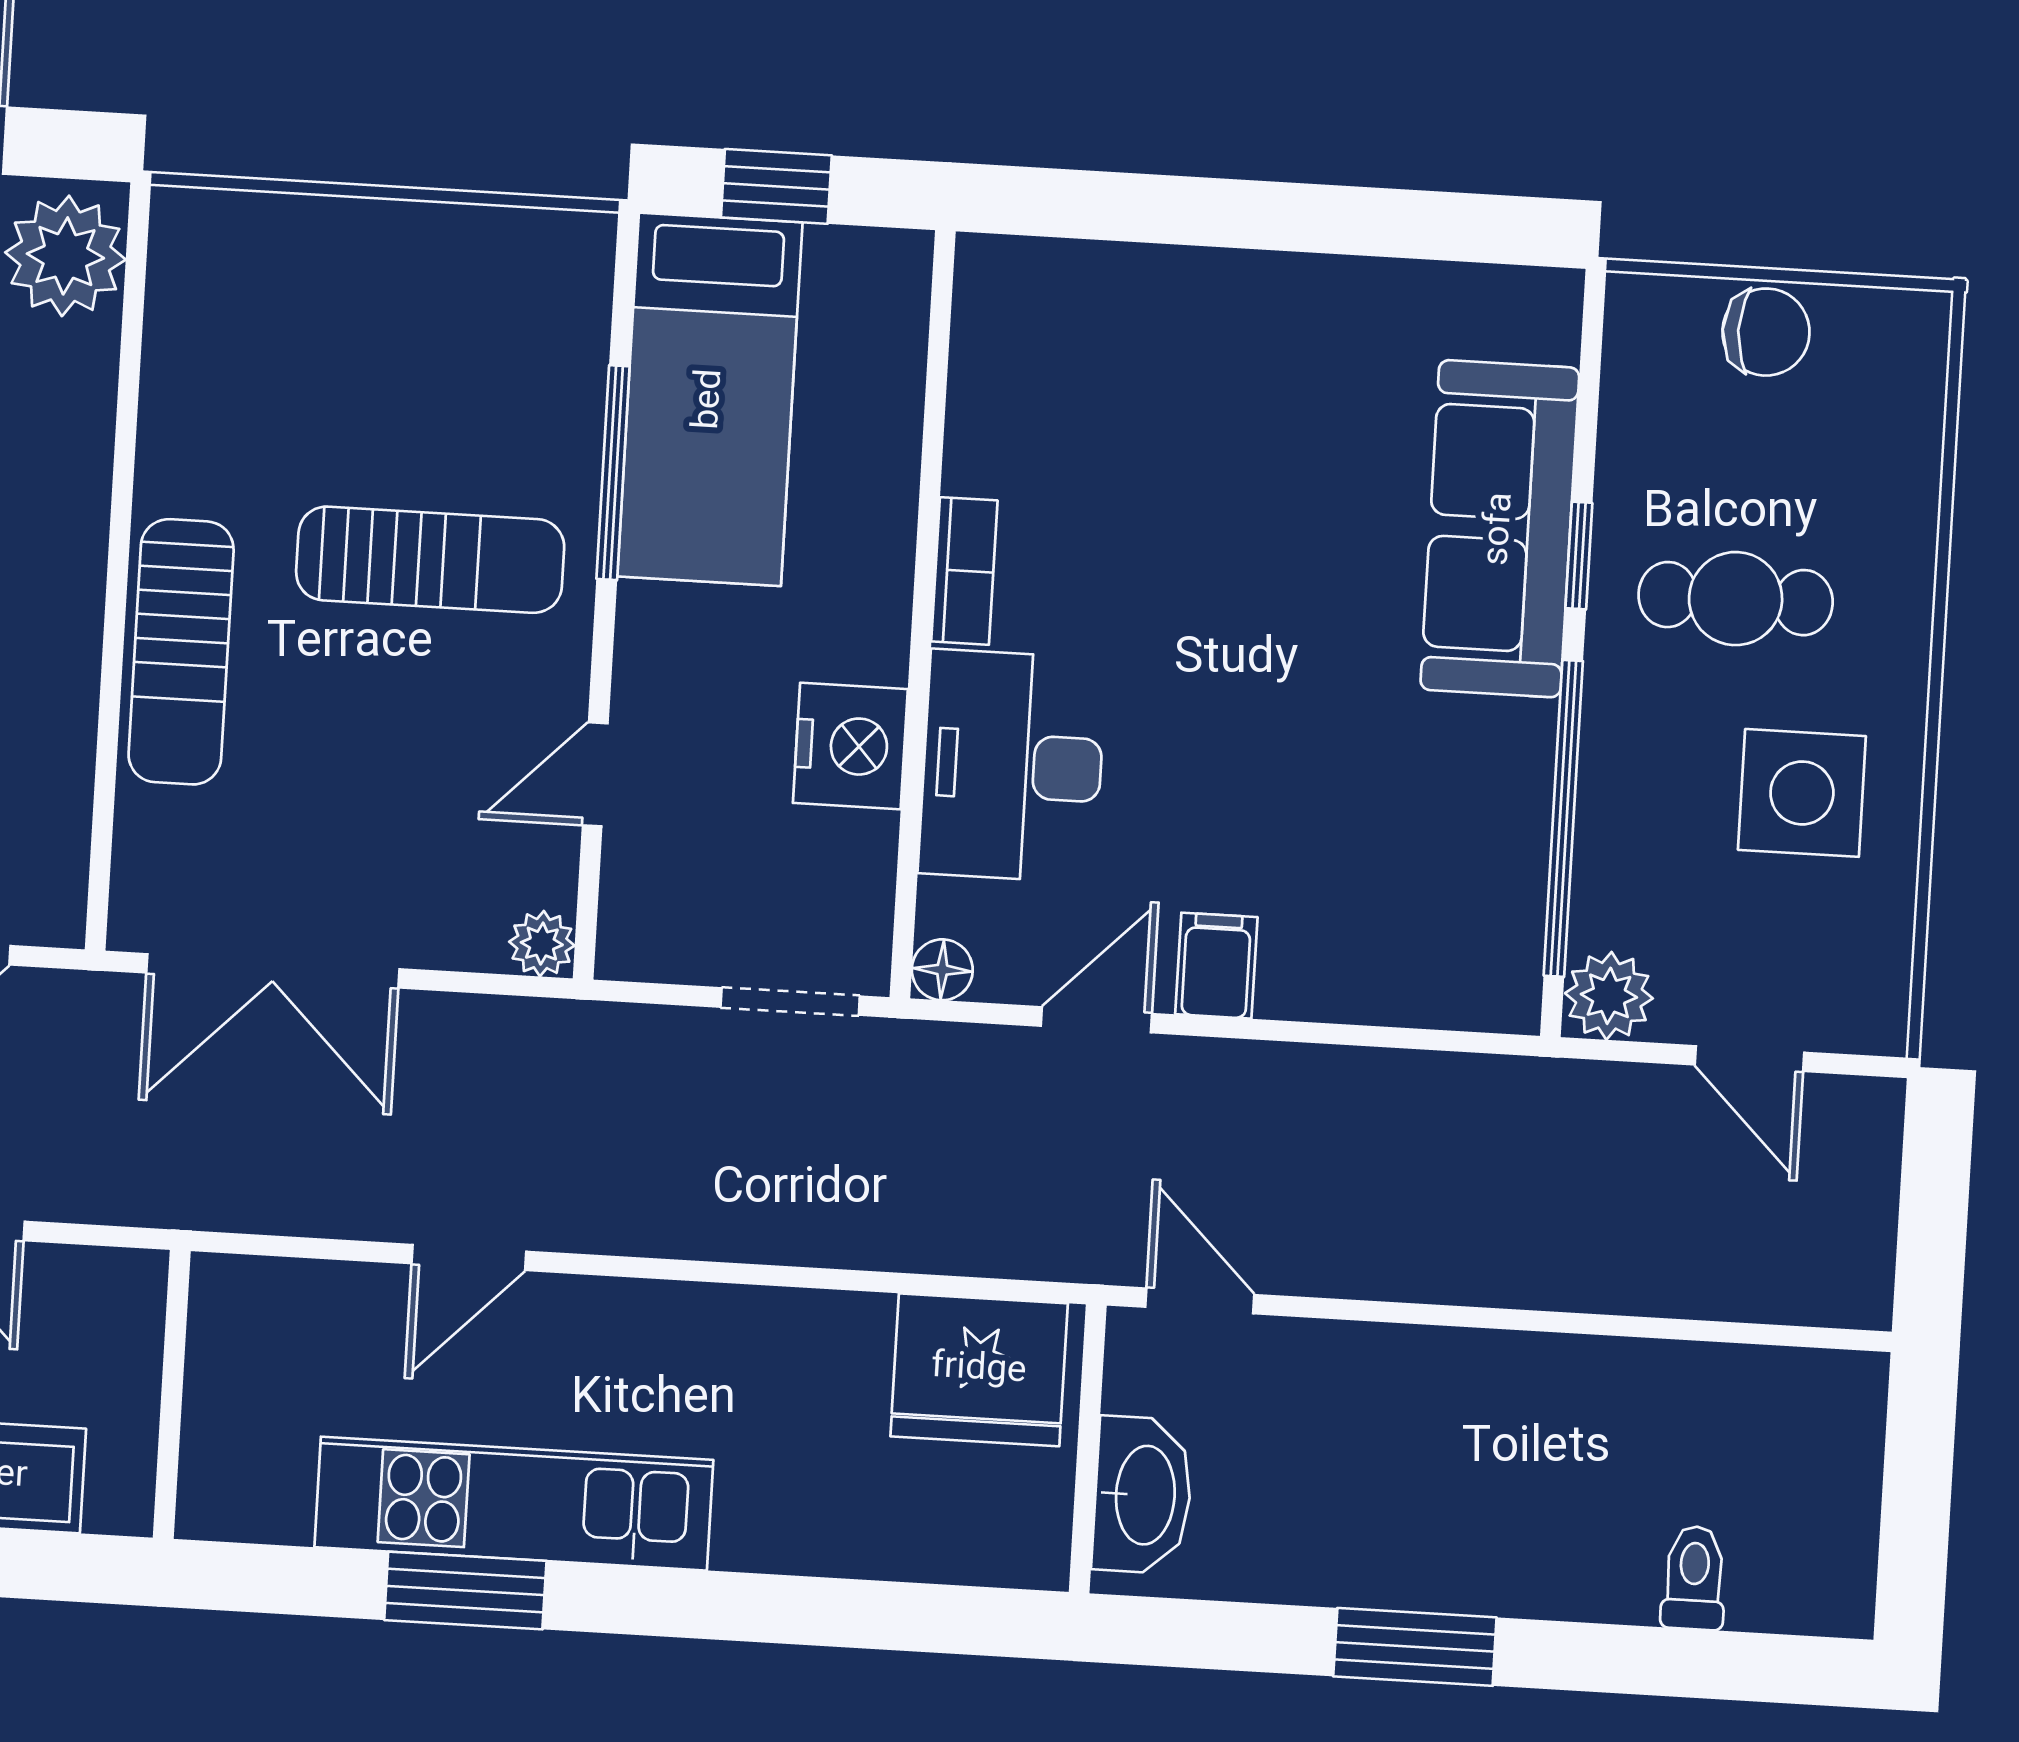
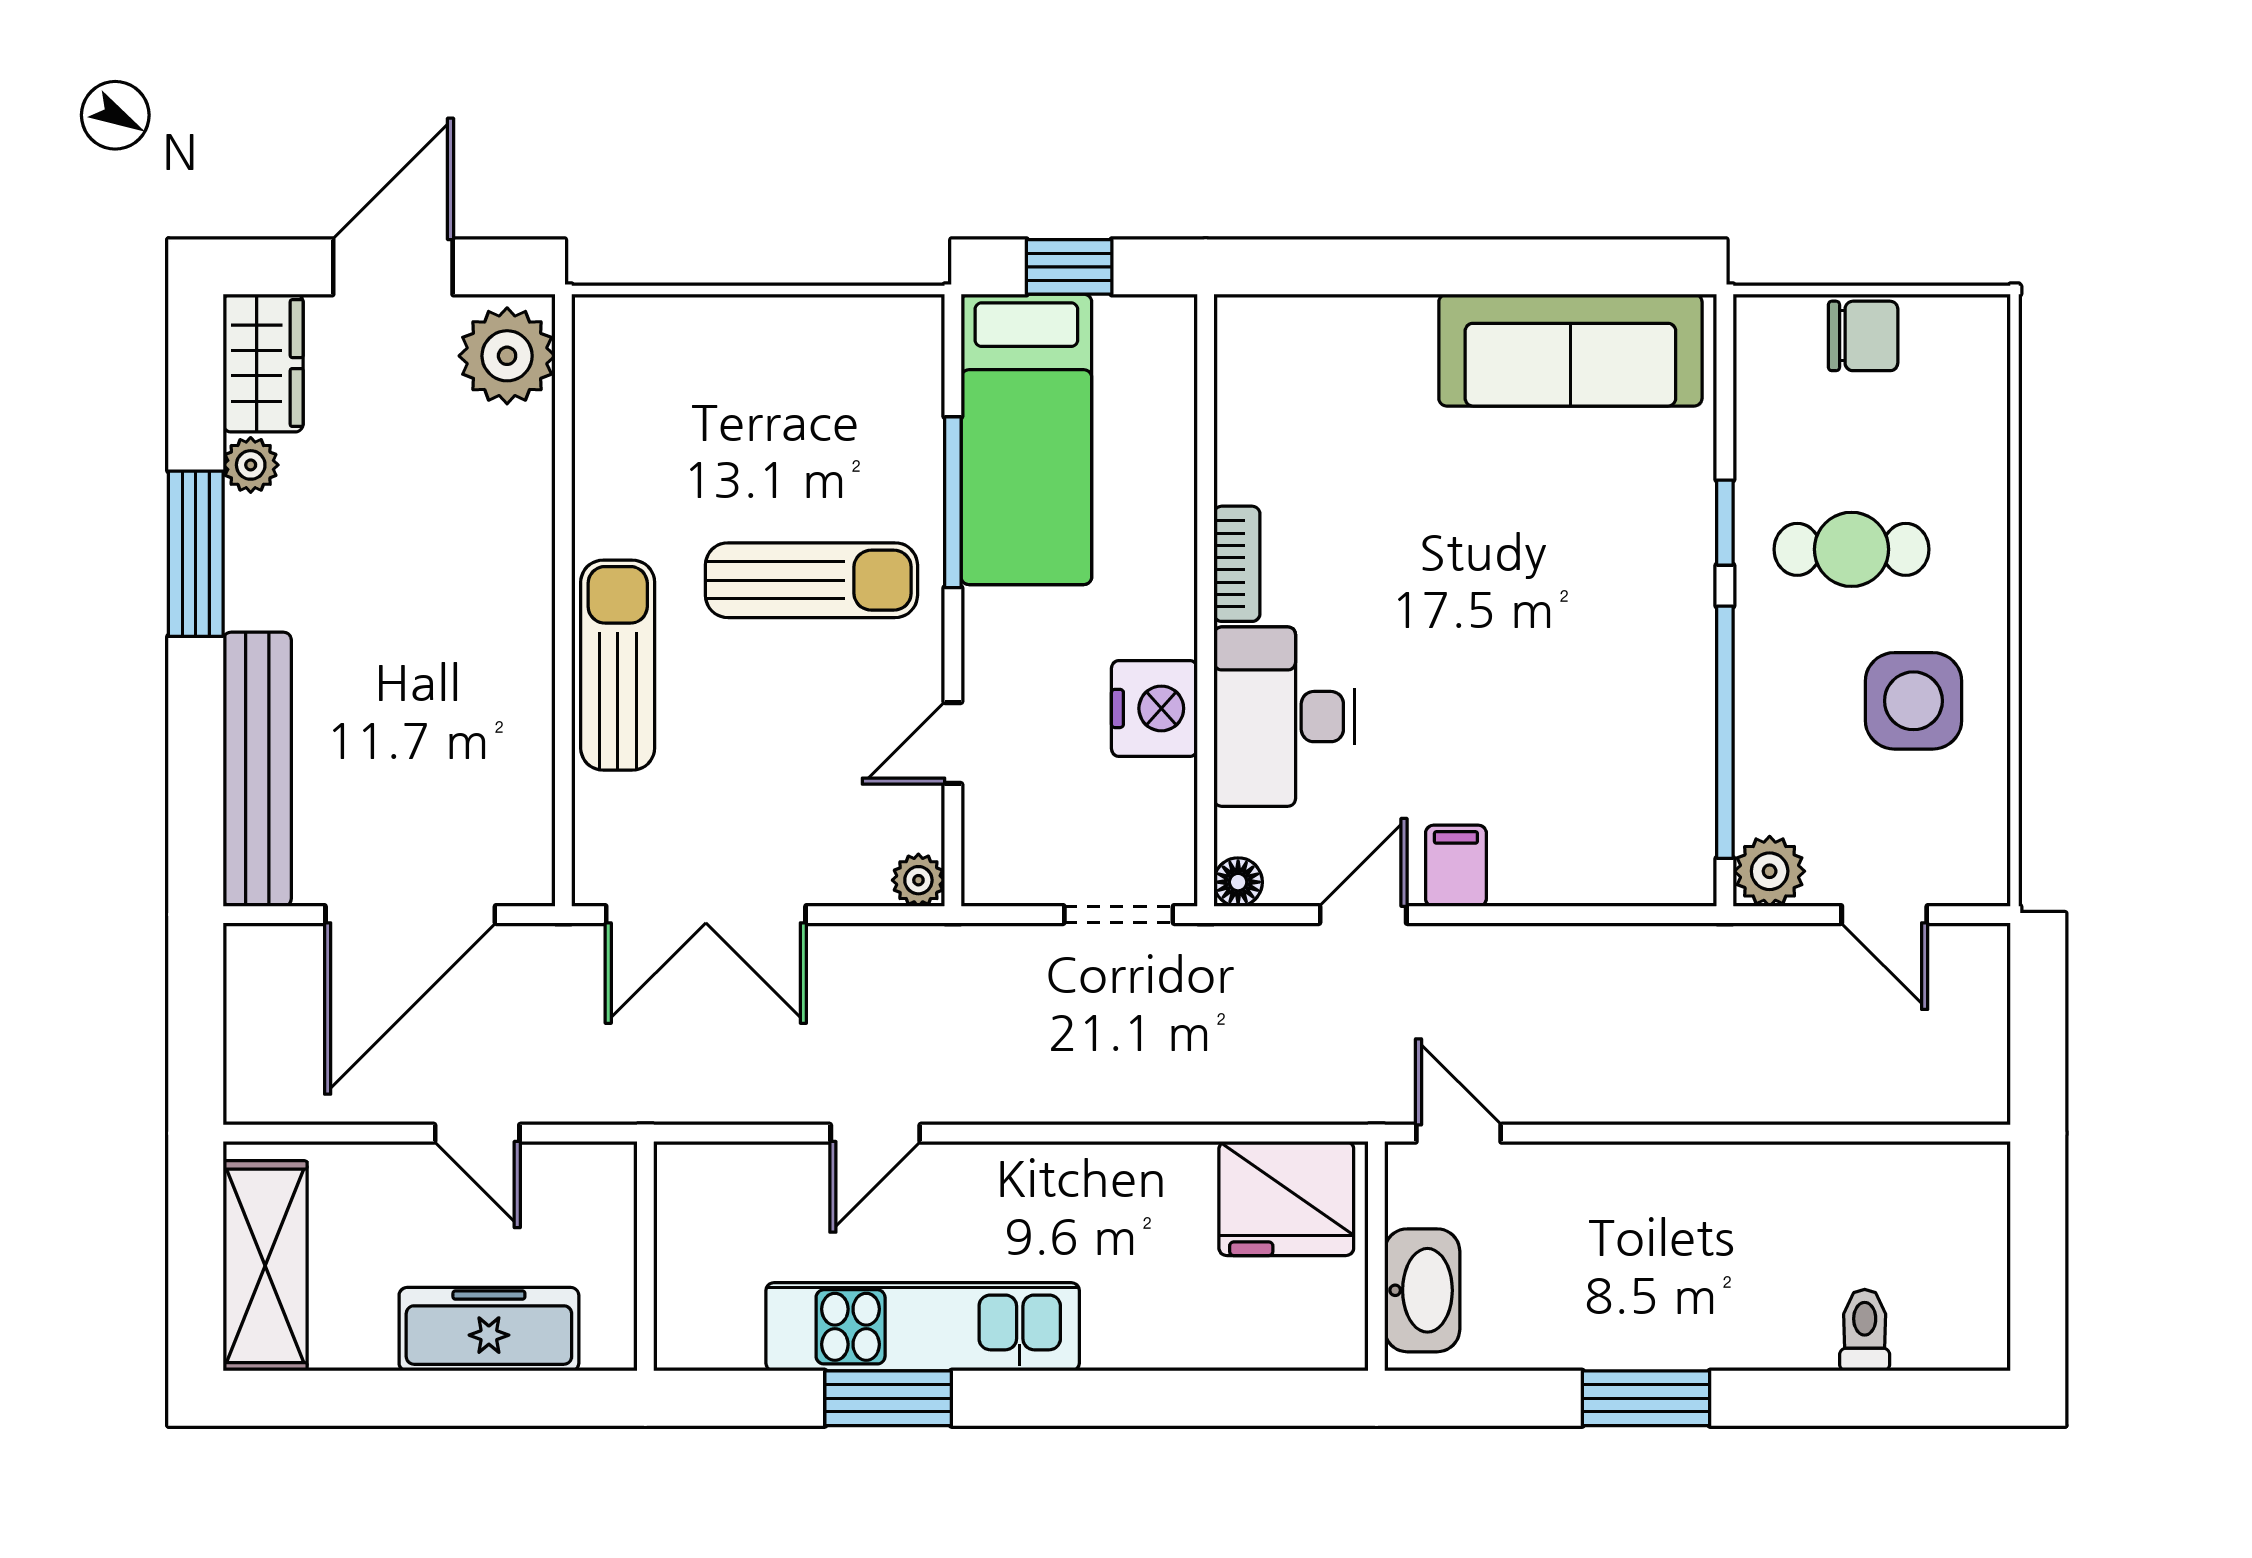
sofa: (1500, 529) -> (1570, 350), moved, turned -90
sun lounger: (181, 652) -> (618, 665), turned 180

